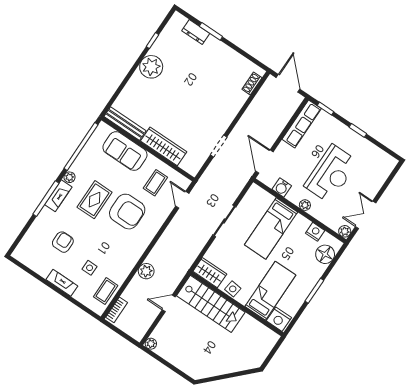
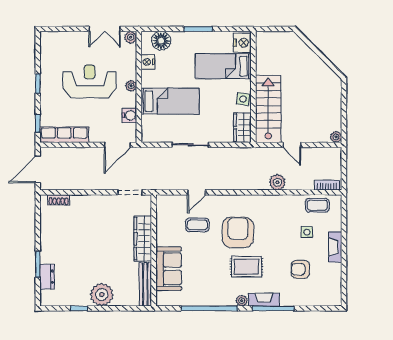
bench: (125, 124) -> (145, 284), moved
wardrobe: (164, 146) -> (143, 239), moved
wall: (148, 149) -> (154, 250), moved
sofa: (125, 151) -> (169, 269), moved

